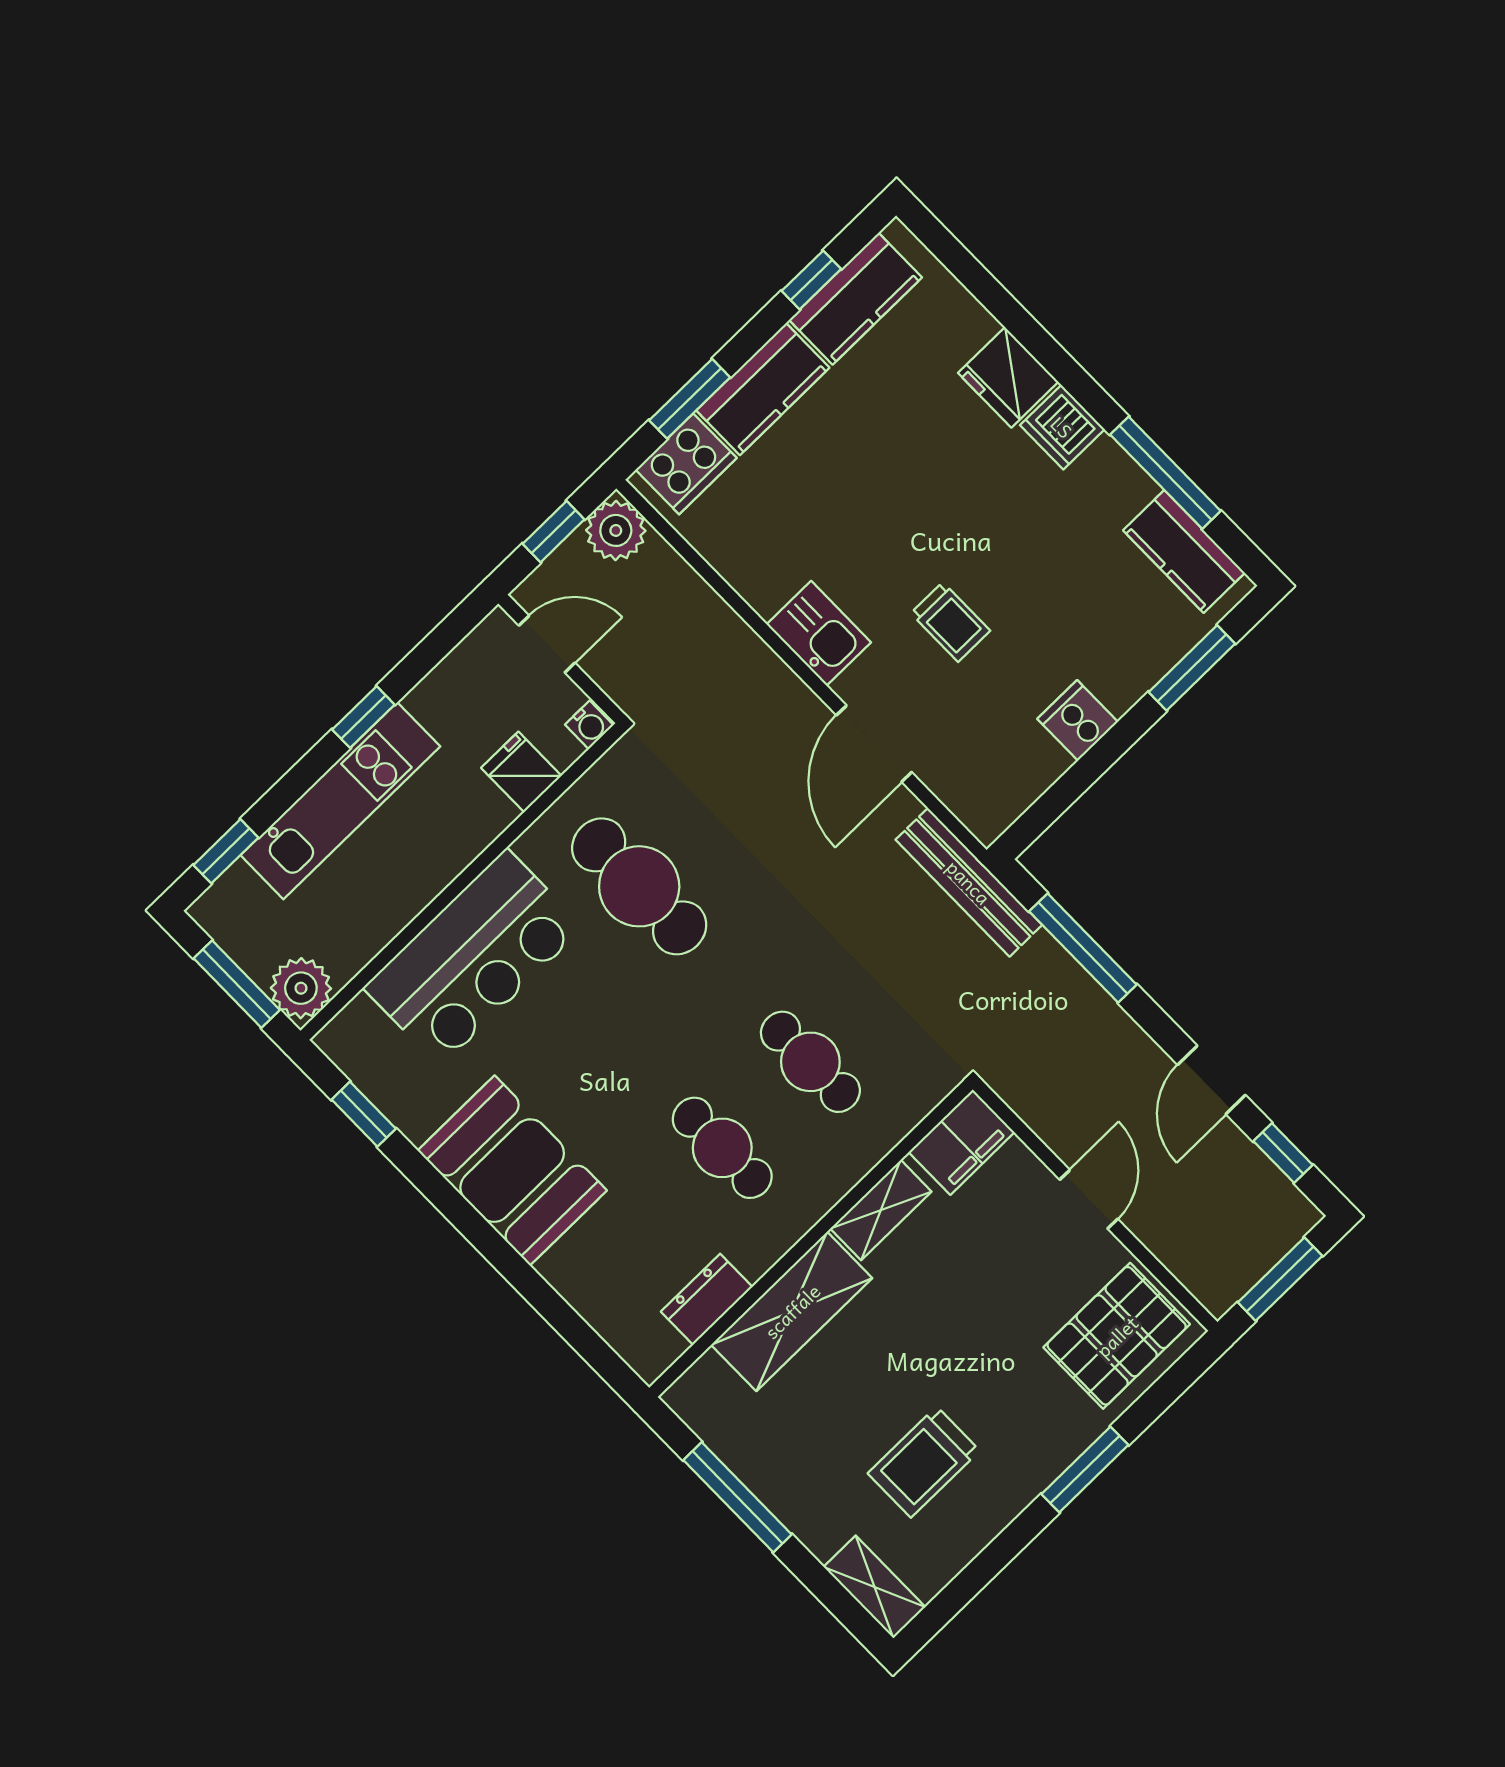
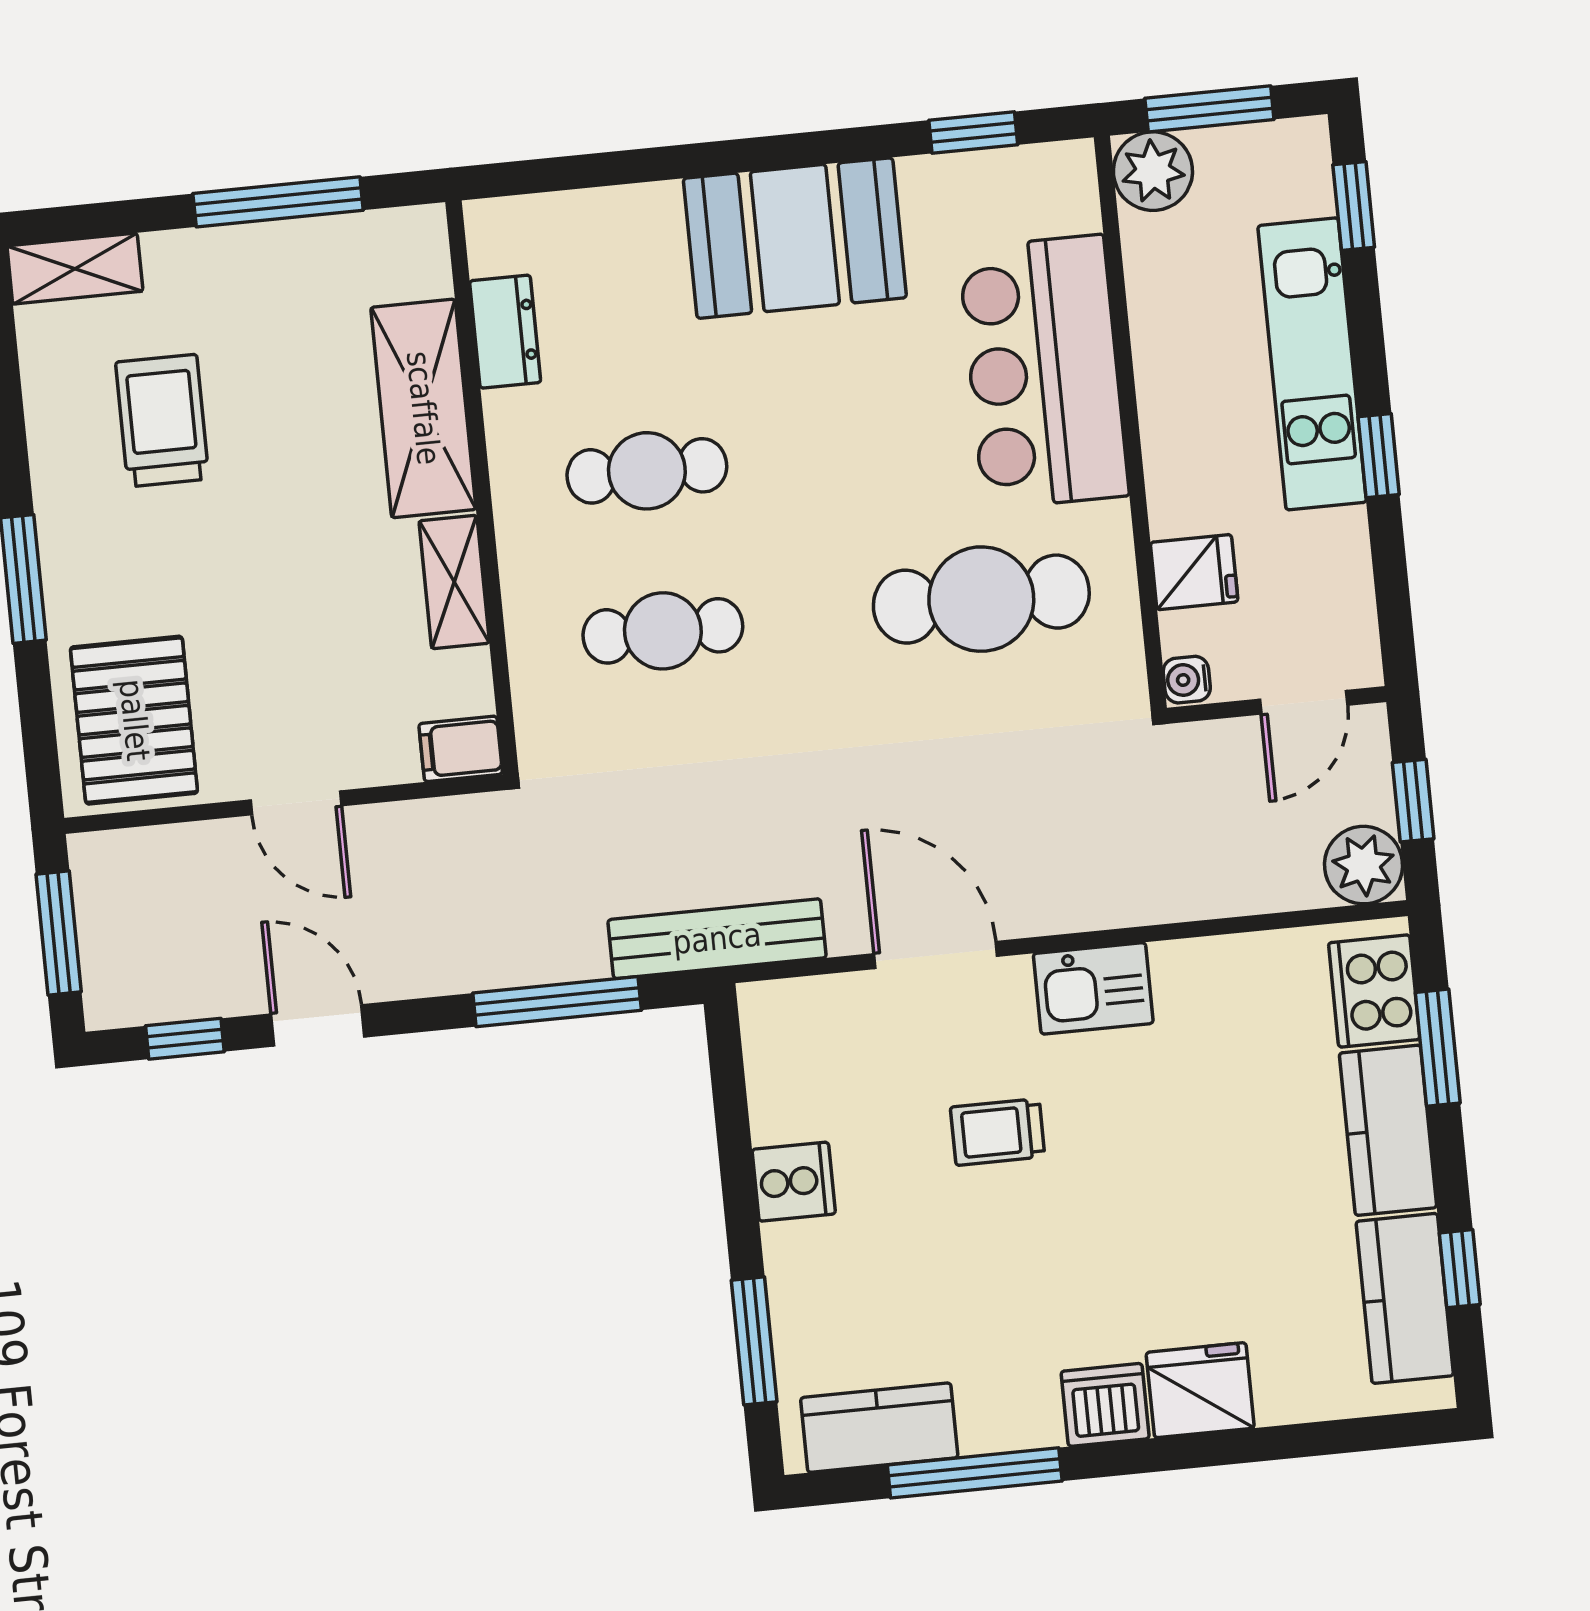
filing cabinet: (962, 1142) -> (461, 749), width x0.50

